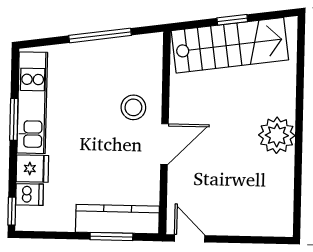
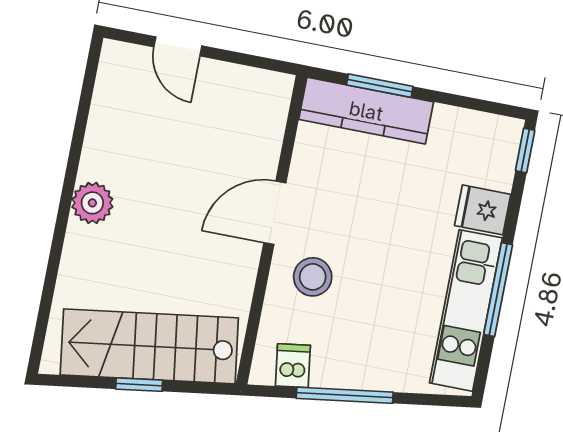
window: (14, 119) -> (498, 290), width x1.44
plant: (277, 135) -> (92, 203), width x0.73, depth x0.73
dishwasher: (30, 194) -> (293, 366), moved, turned 82
door: (190, 238) -> (178, 46), moved

